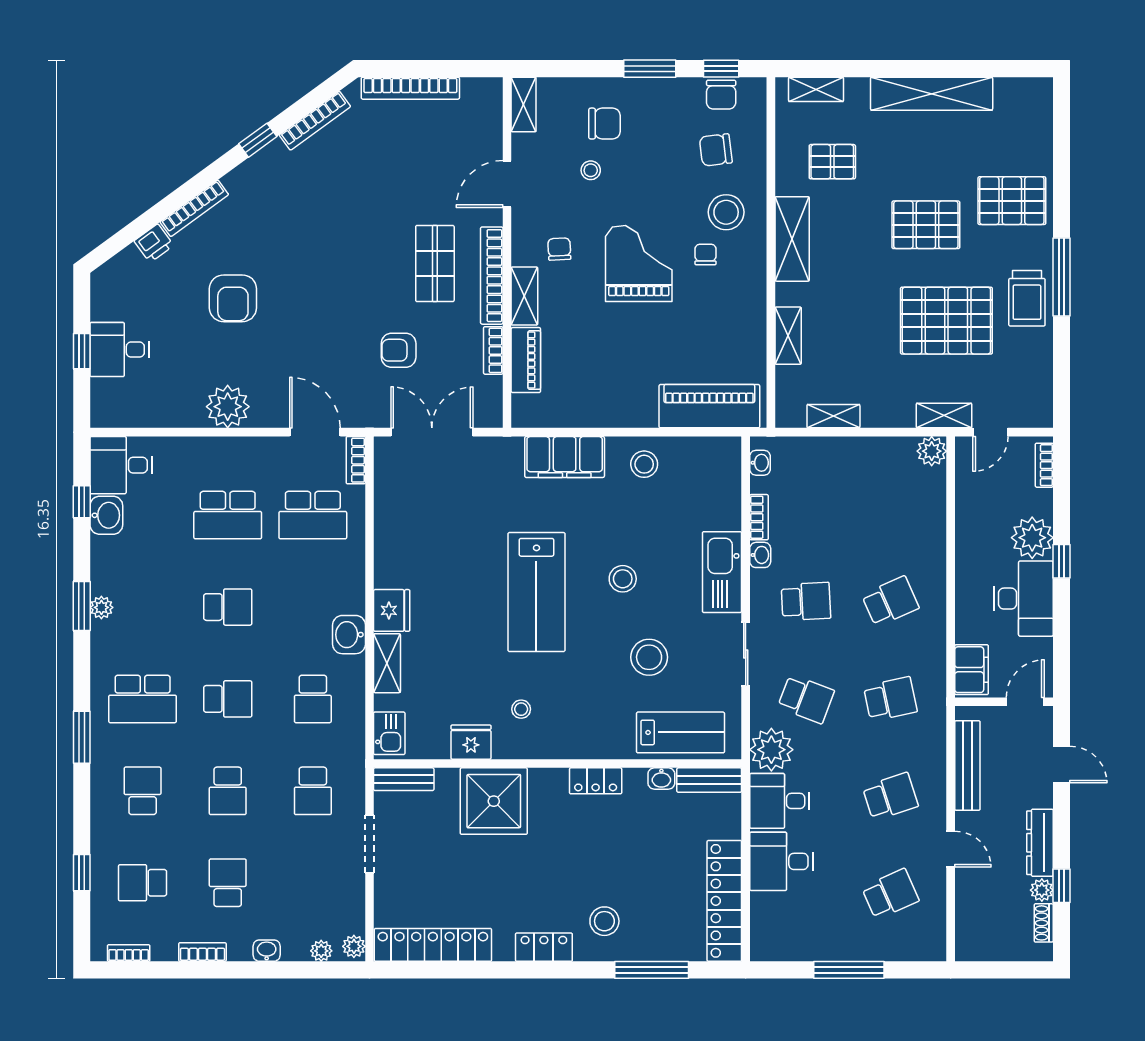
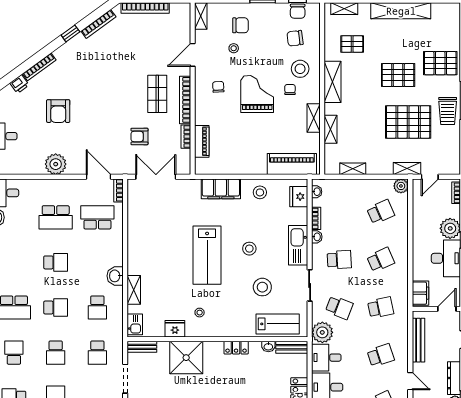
shelving: (524, 296) -> (314, 118), moved
school desk: (890, 504) -> (381, 212), added
school desk: (313, 515) -> (97, 217), turned 180
fridge: (392, 610) -> (299, 197), moved, turned 180

